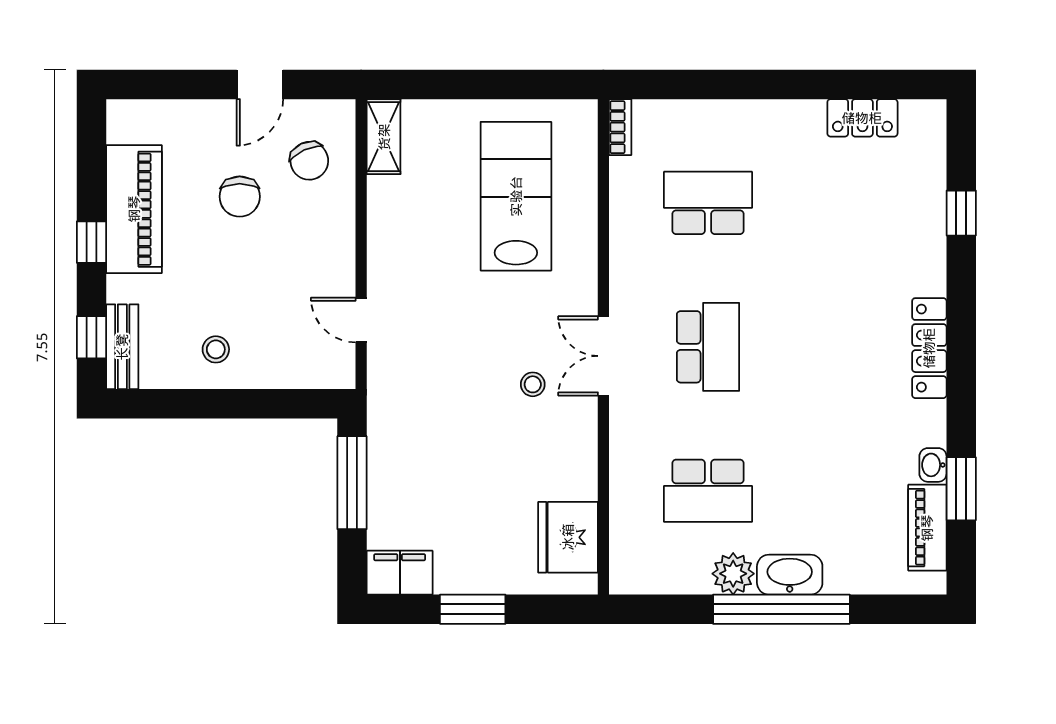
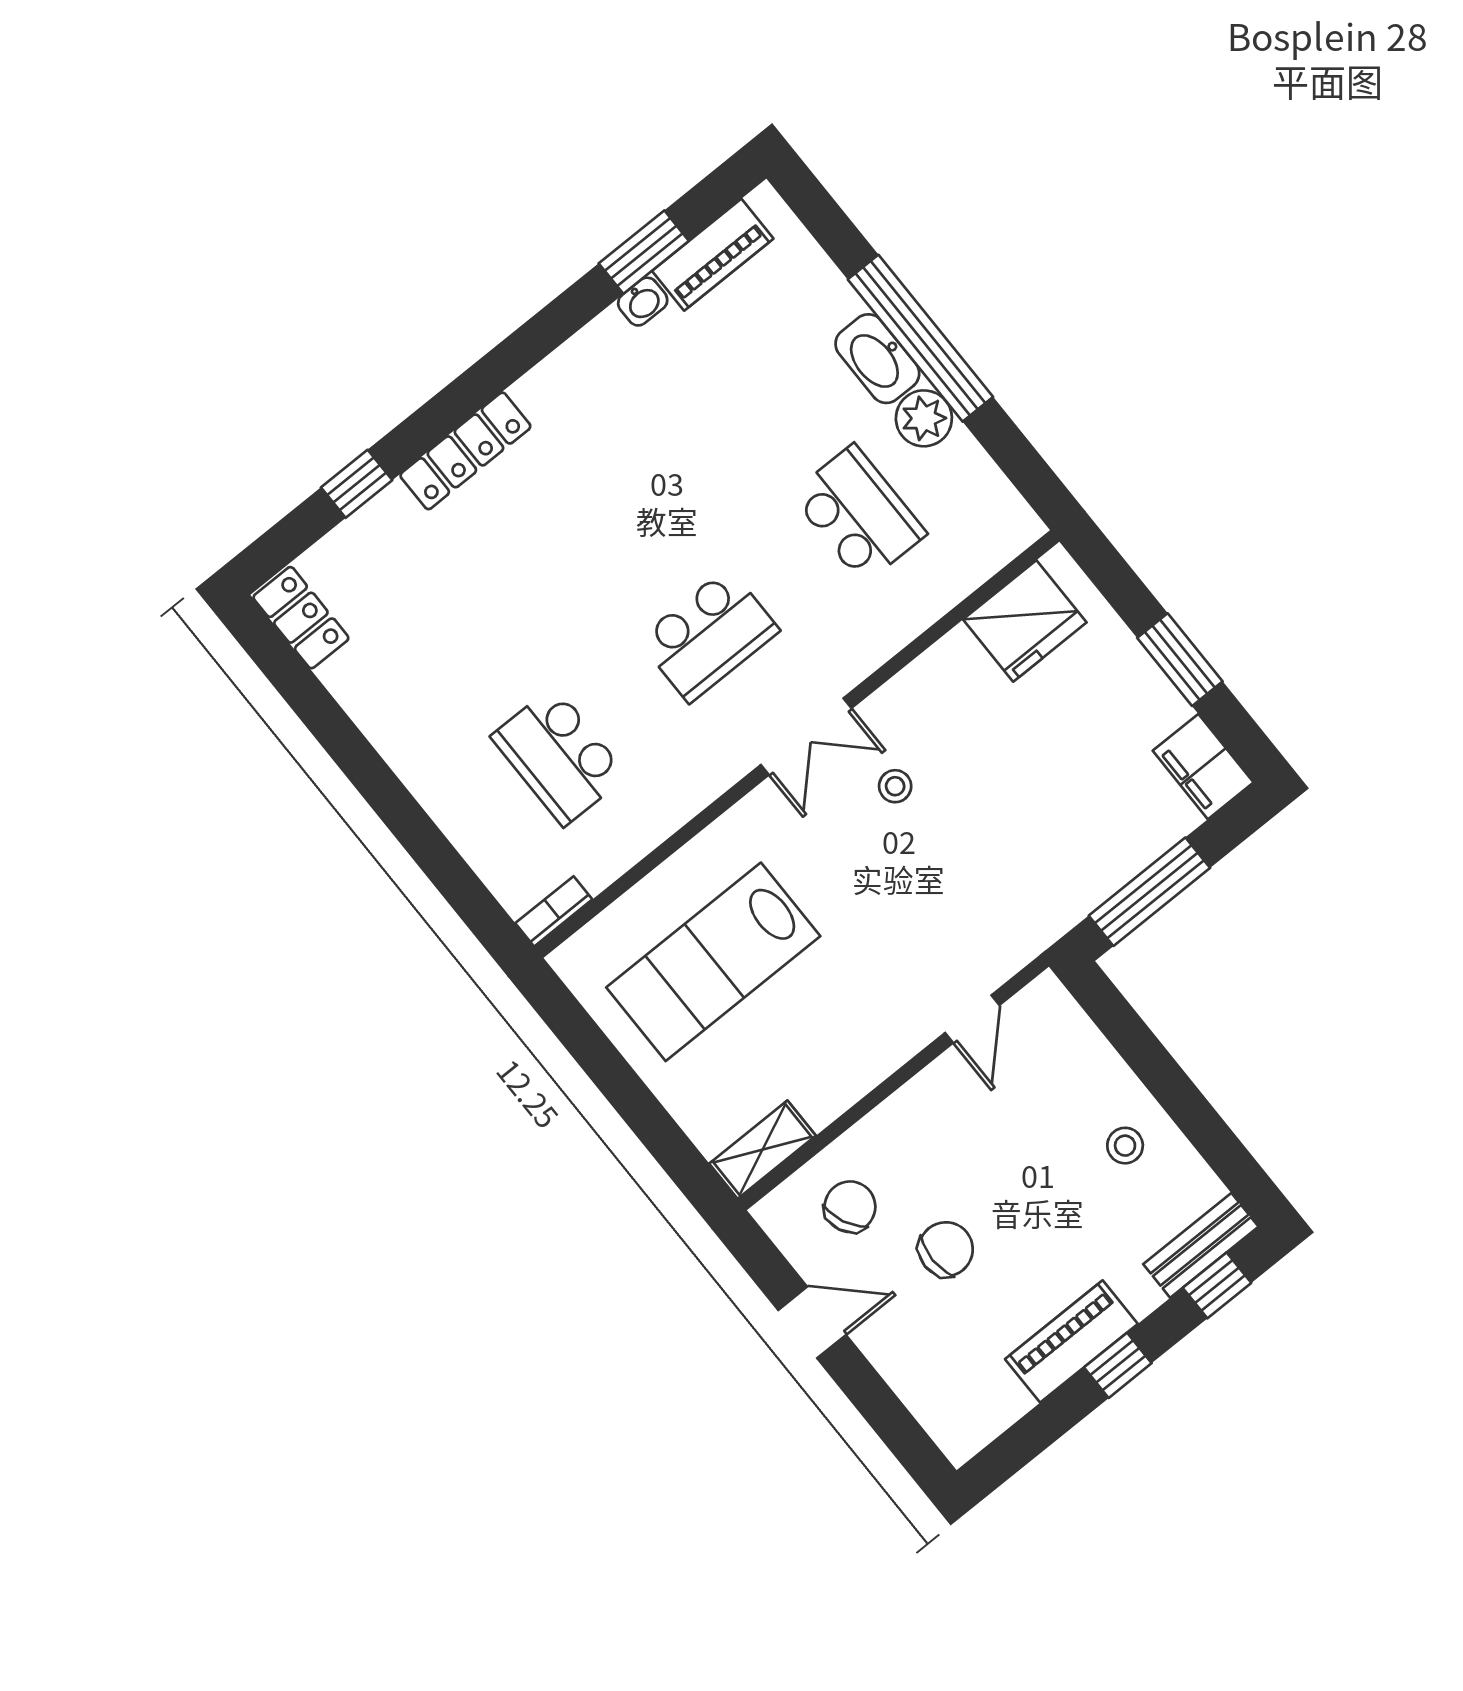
locker: (862, 118) -> (301, 618), moved
piano: (134, 209) -> (1071, 1341), width x0.73, depth x0.75
school desk: (708, 347) -> (709, 635), turned 180
locker: (929, 348) -> (465, 451), moved

